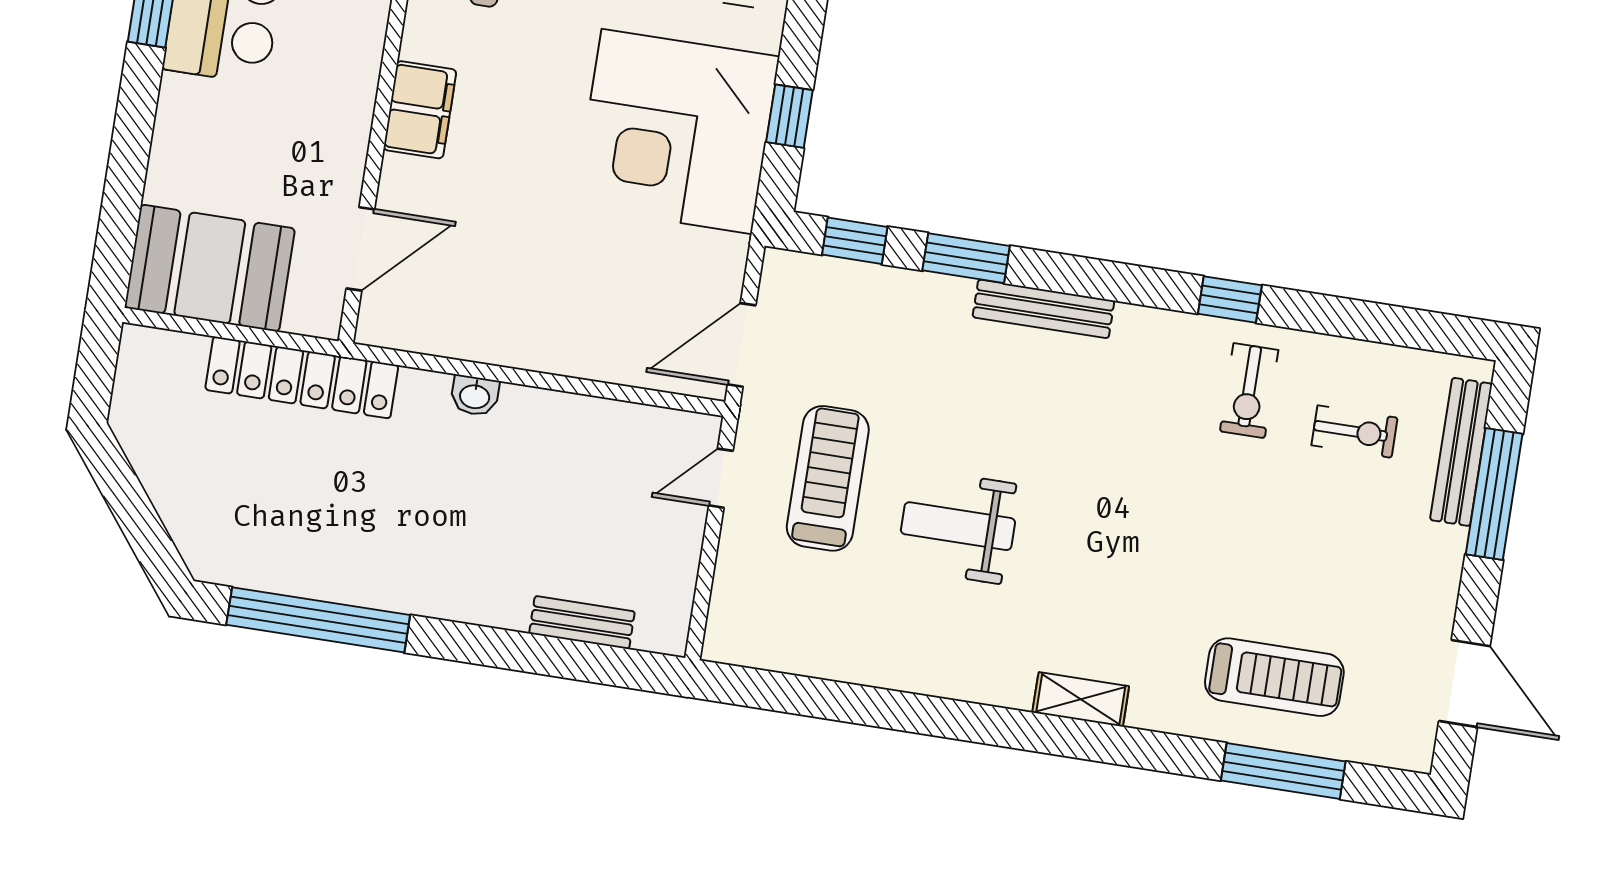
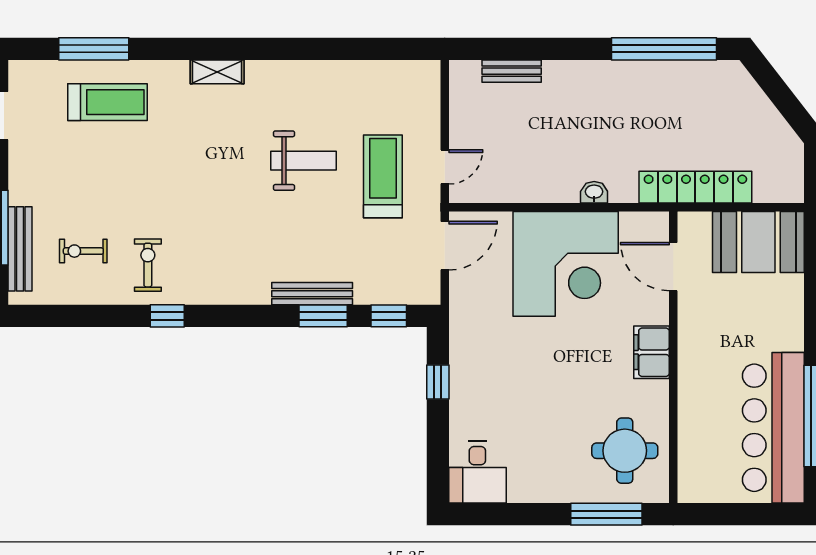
corner desk: (677, 131) -> (566, 264), moved, turned 90
door: (360, 249) -> (673, 267), hinge flipped
bench: (1043, 309) -> (312, 294), moved
treadmill: (828, 478) -> (383, 176), turned 180
treadmill: (1274, 677) -> (107, 102), turned 180

